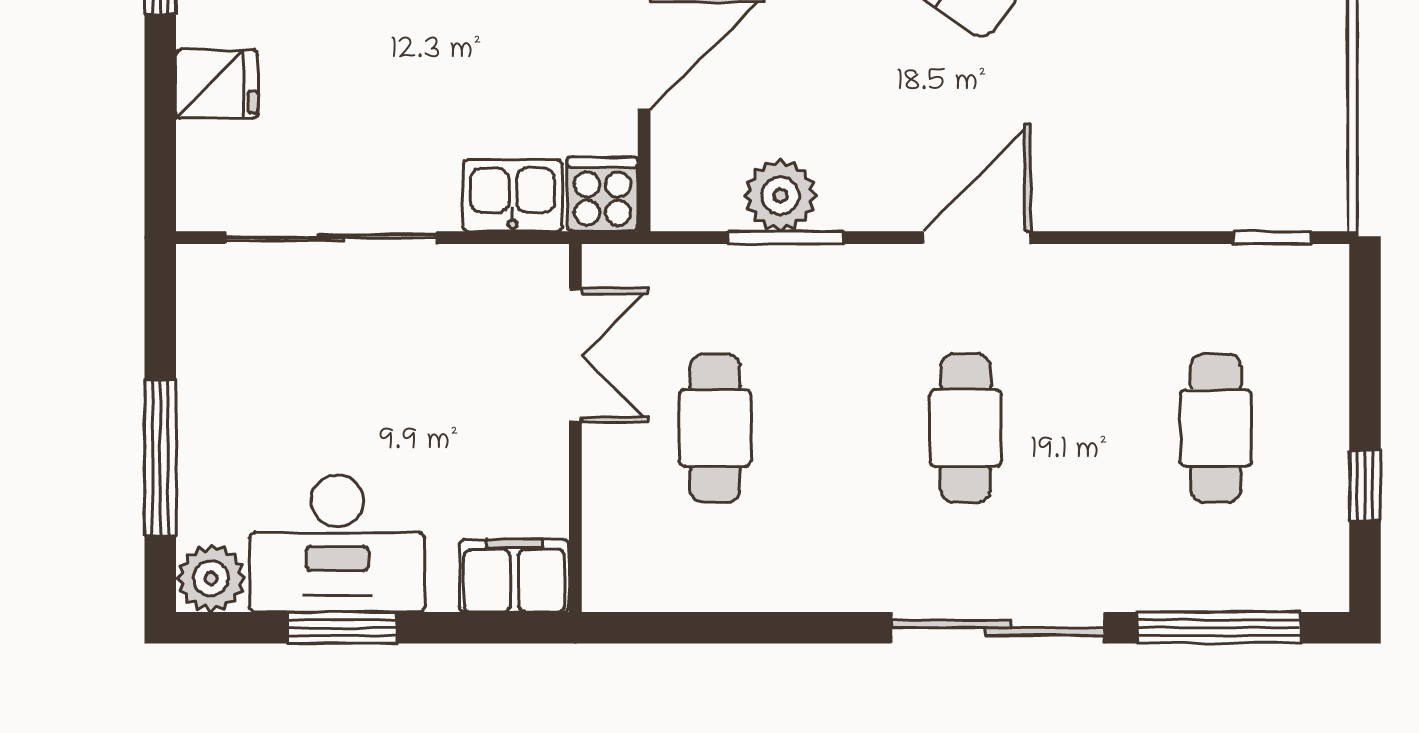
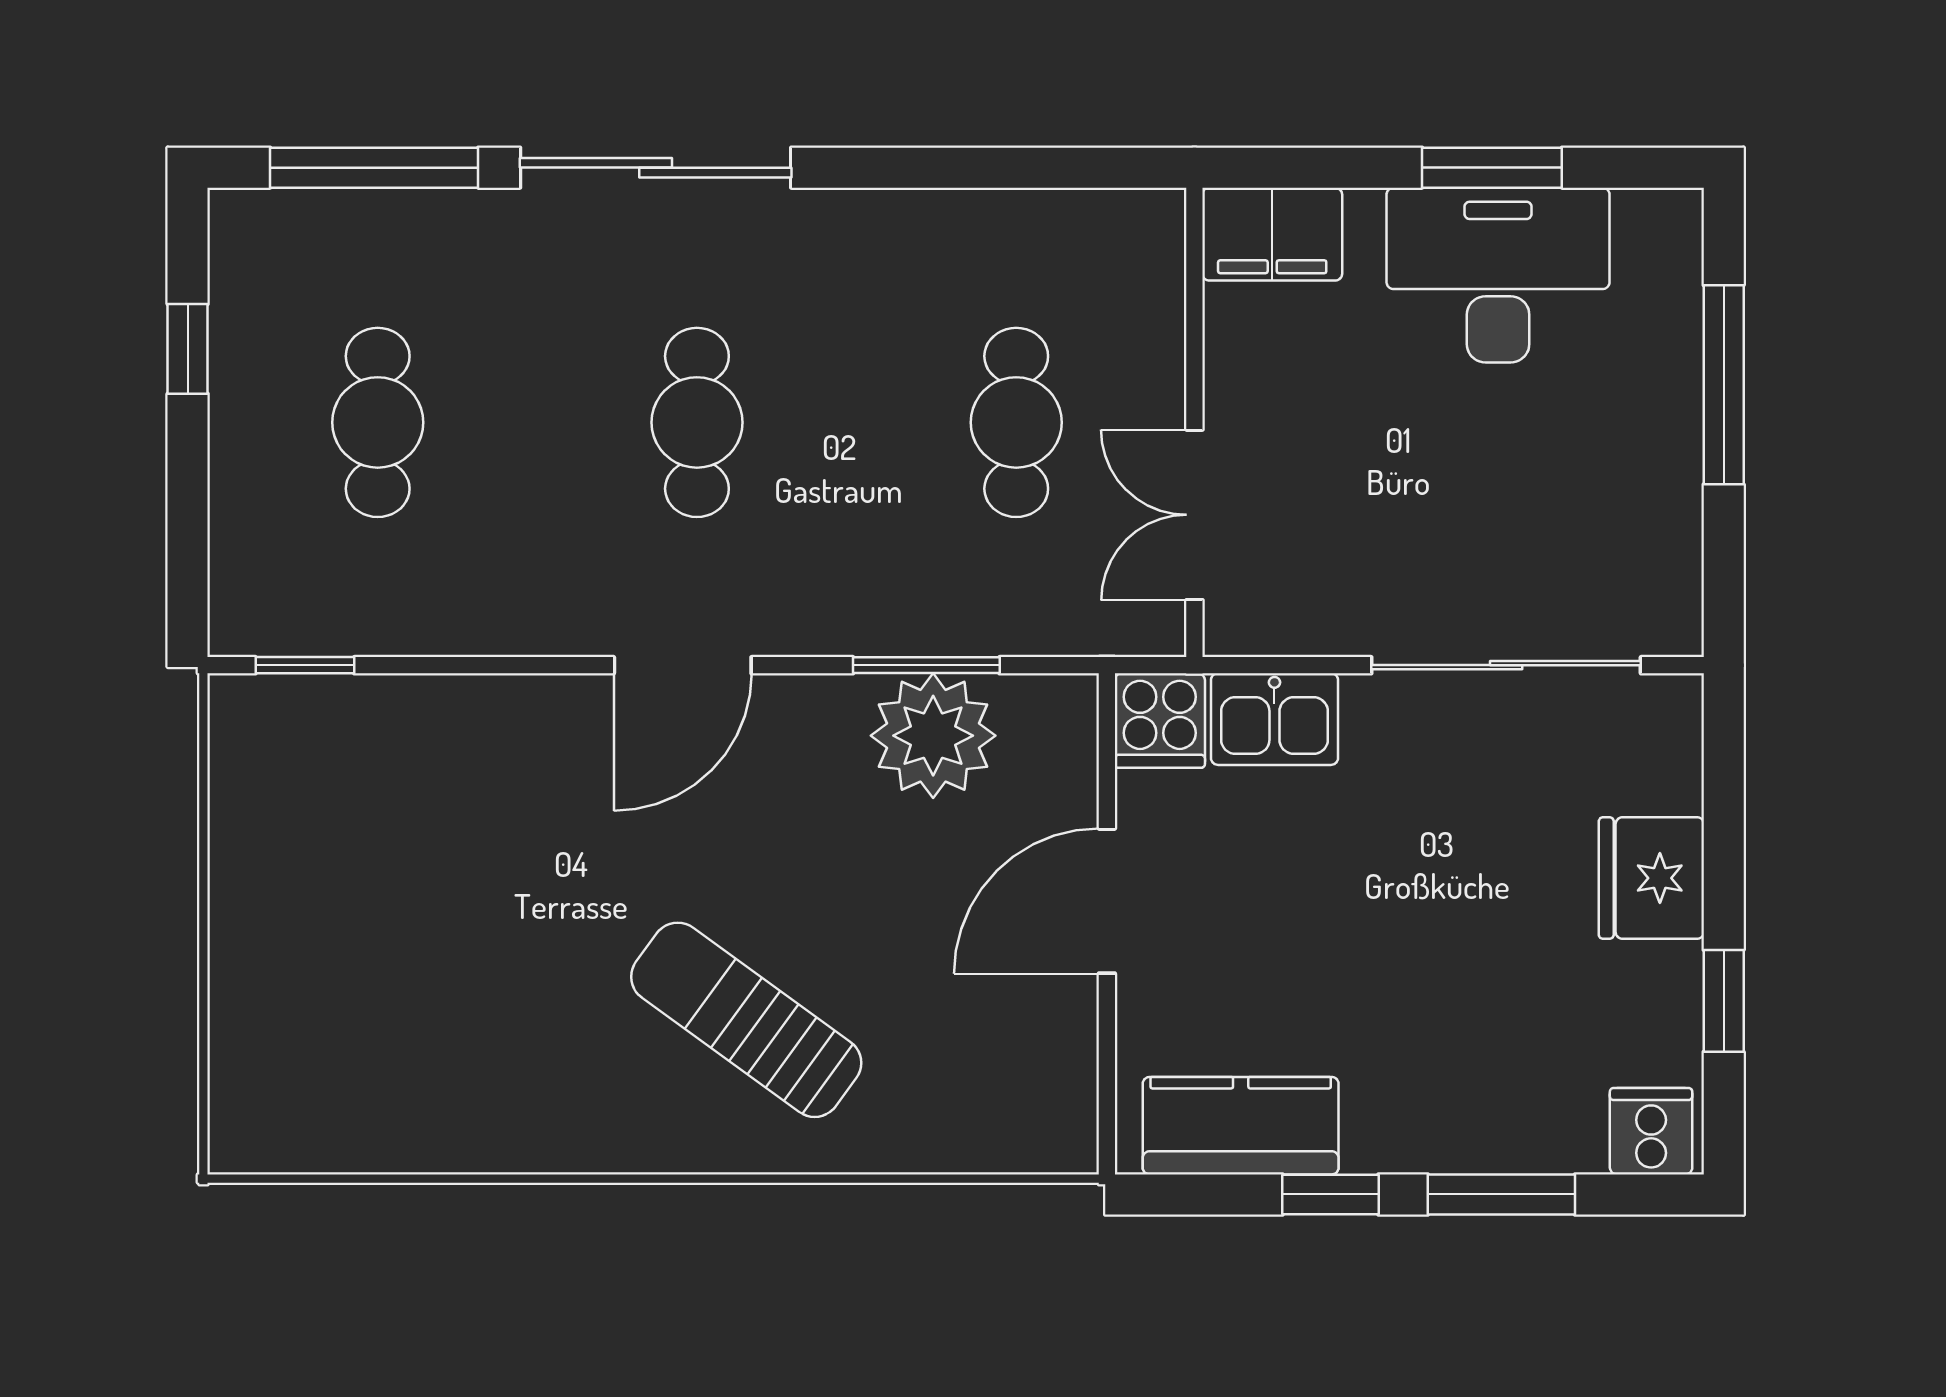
fridge: (217, 84) -> (1651, 878), width x1.38
plant: (780, 195) -> (933, 736), width x1.36, depth x1.36
plant: (211, 578) -> (1659, 231), removed

